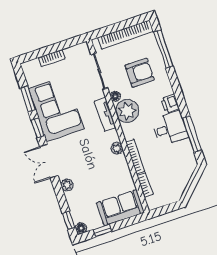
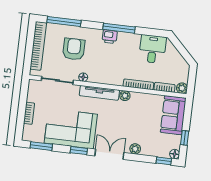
window: (28, 99) -> (41, 146), moved
plant: (127, 111) -> (182, 88), moved, width x0.53, depth x0.53
tv unit: (105, 114) -> (99, 93), width x1.41
desk: (170, 128) -> (152, 49), moved
window: (192, 134) -> (119, 28), moved
double door: (49, 161) -> (109, 154), swing flipped

